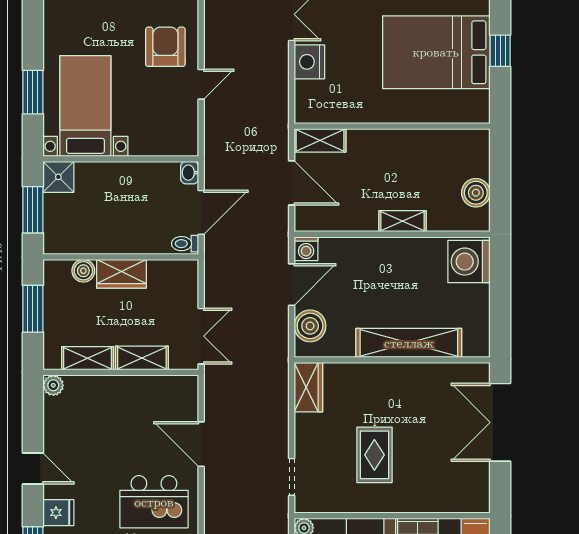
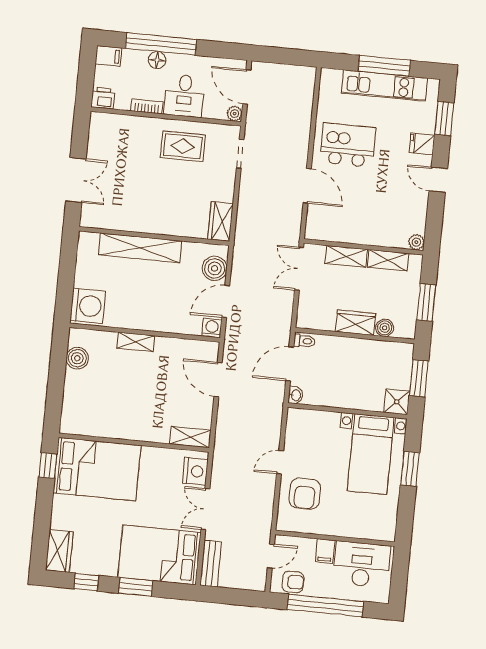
wall: (392, 126) -> (134, 443), moved
shelving: (320, 140) -> (190, 437), moved
double door: (500, 422) -> (76, 180), width x0.73
rug: (374, 455) -> (183, 146), moved, turned 90

